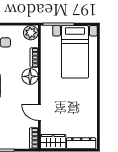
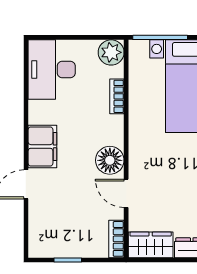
floor lamp: (30, 76) -> (110, 160), moved

